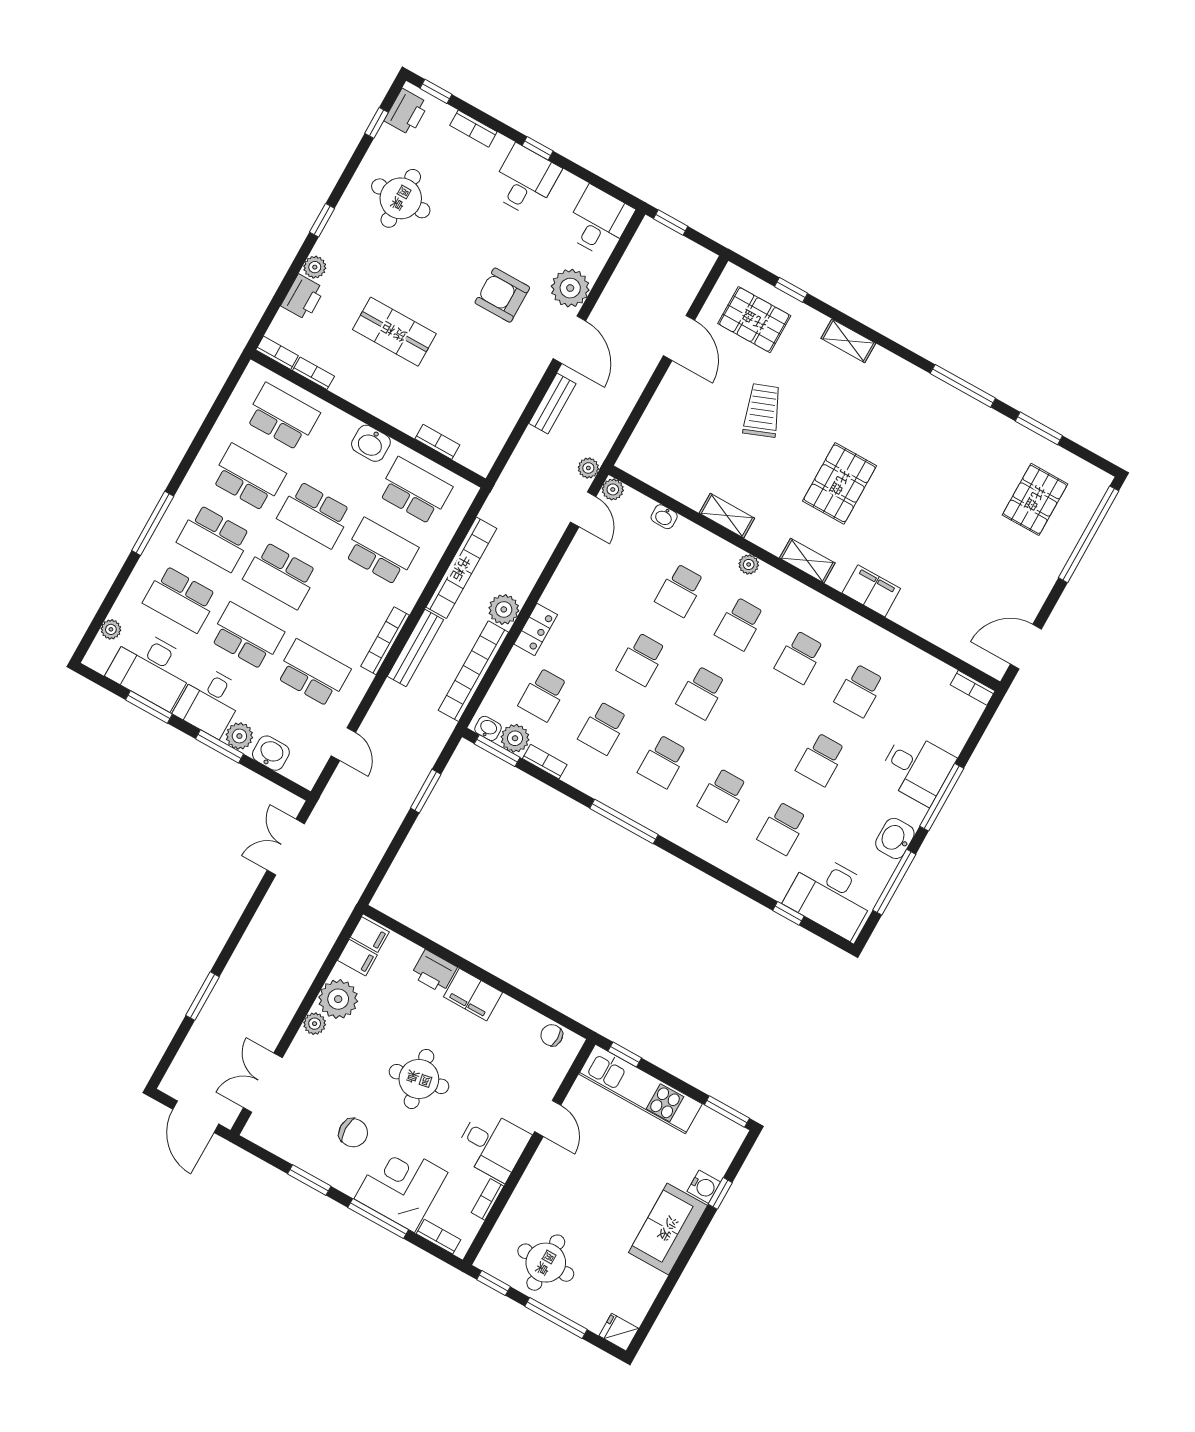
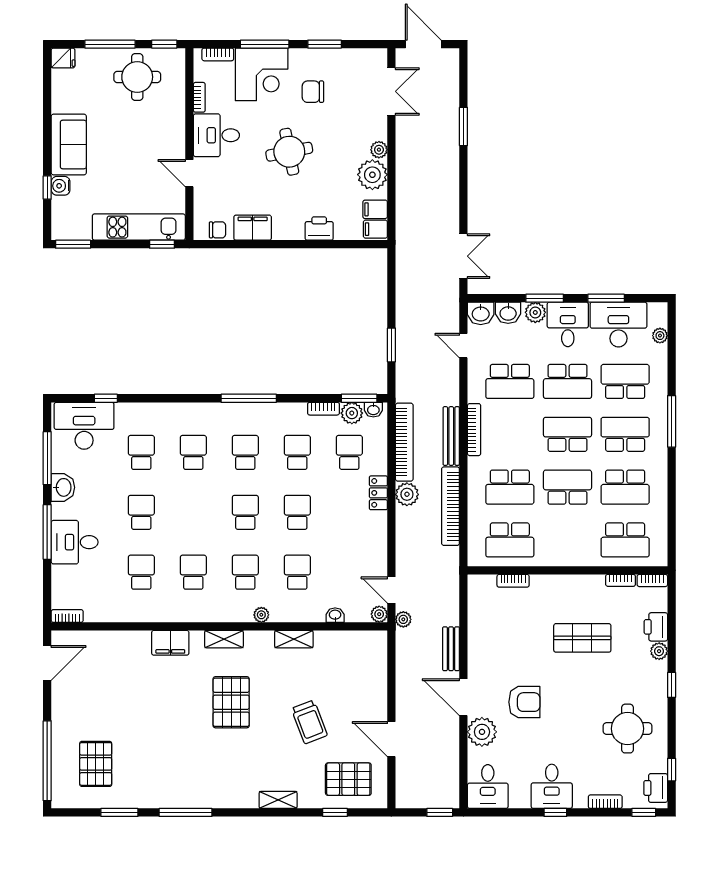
washbasin: (371, 443) -> (481, 313), moved, turned 180
filing cabinet: (473, 995) -> (253, 228), moved

